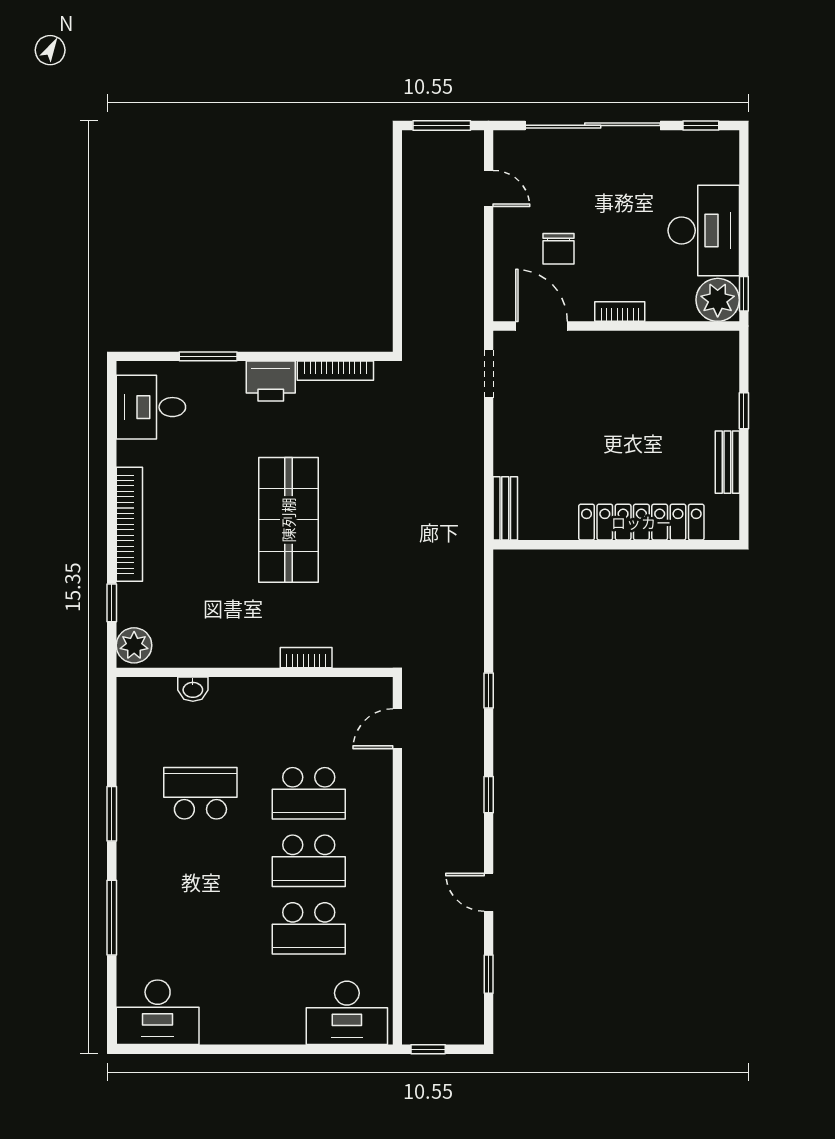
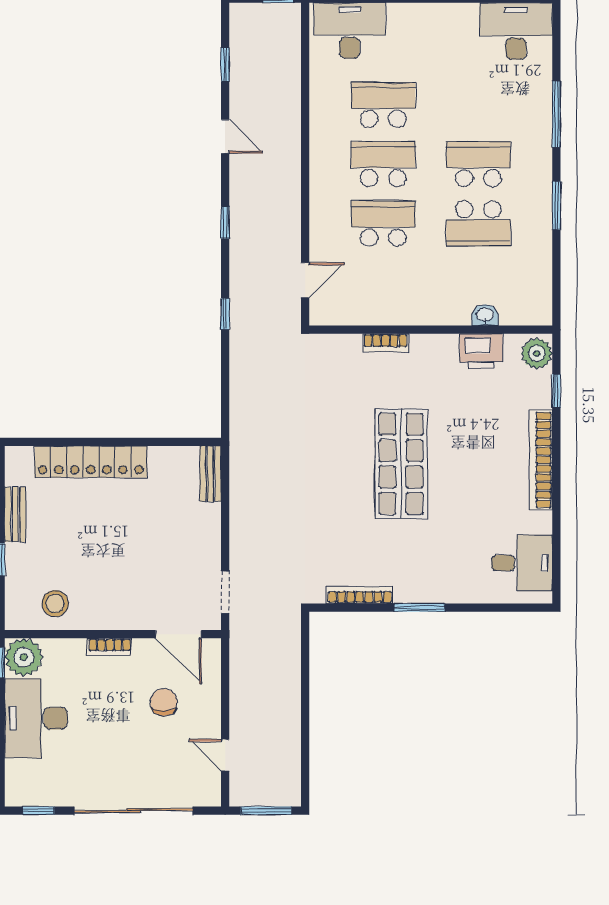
window: (208, 356) -> (420, 608), moved
stool: (682, 361) -> (55, 604), added
printer: (271, 381) -> (481, 351), moved, turned 180
school desk: (200, 861) -> (478, 164), added

